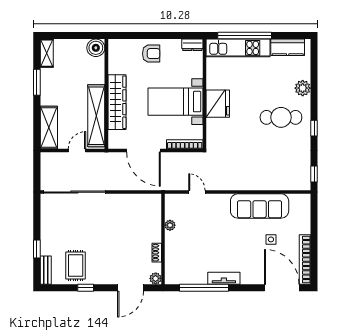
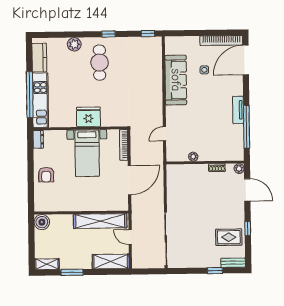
armchair: (151, 54) -> (46, 175), turned 180
wardrobe: (117, 102) -> (88, 203), removed

